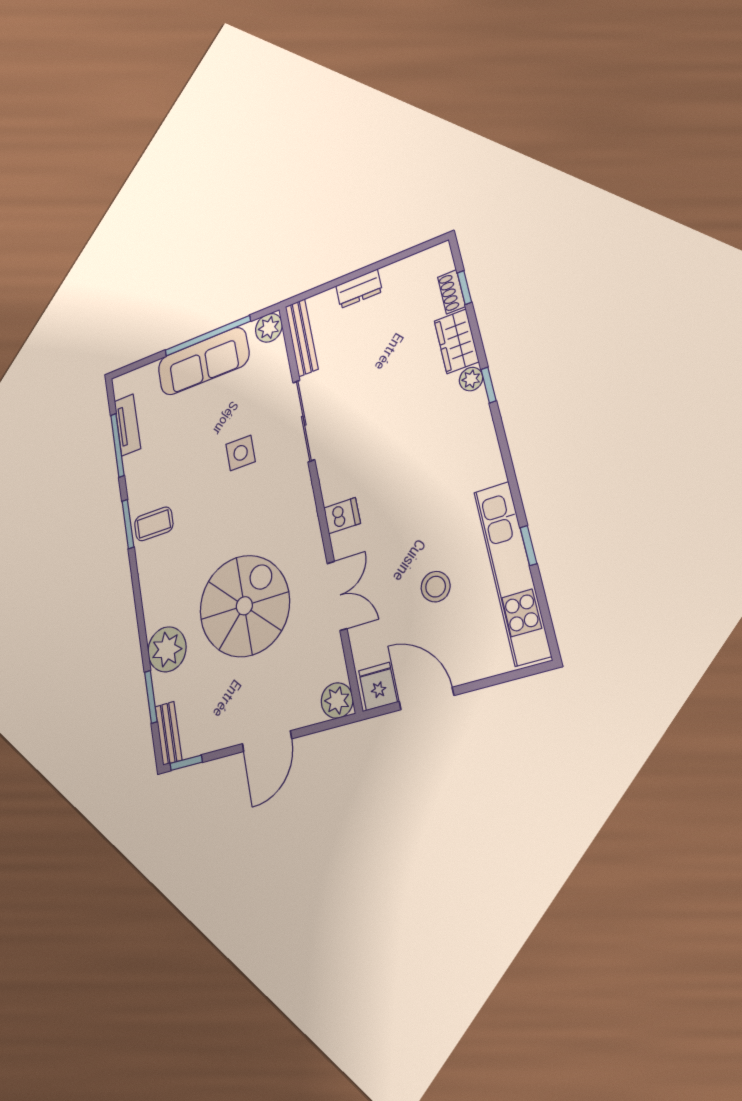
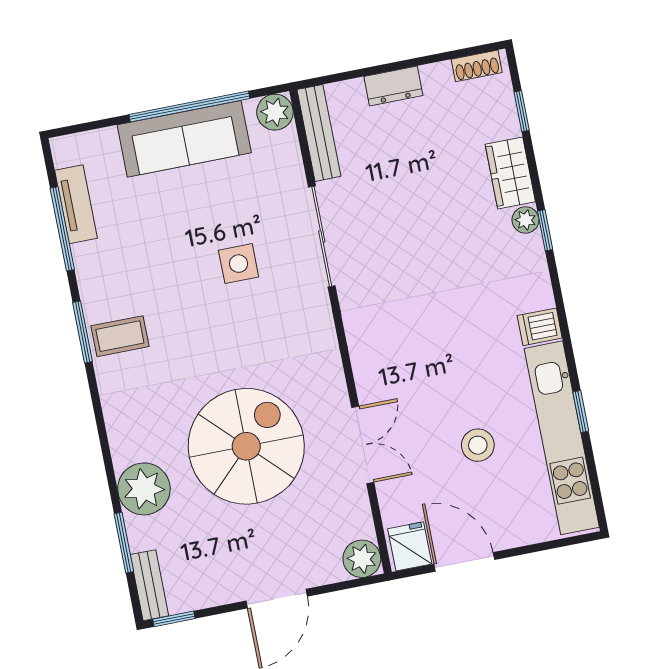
shoe rack: (451, 292) -> (477, 66), moved, turned -90
dishwasher: (342, 516) -> (540, 327), moved, turned 180

